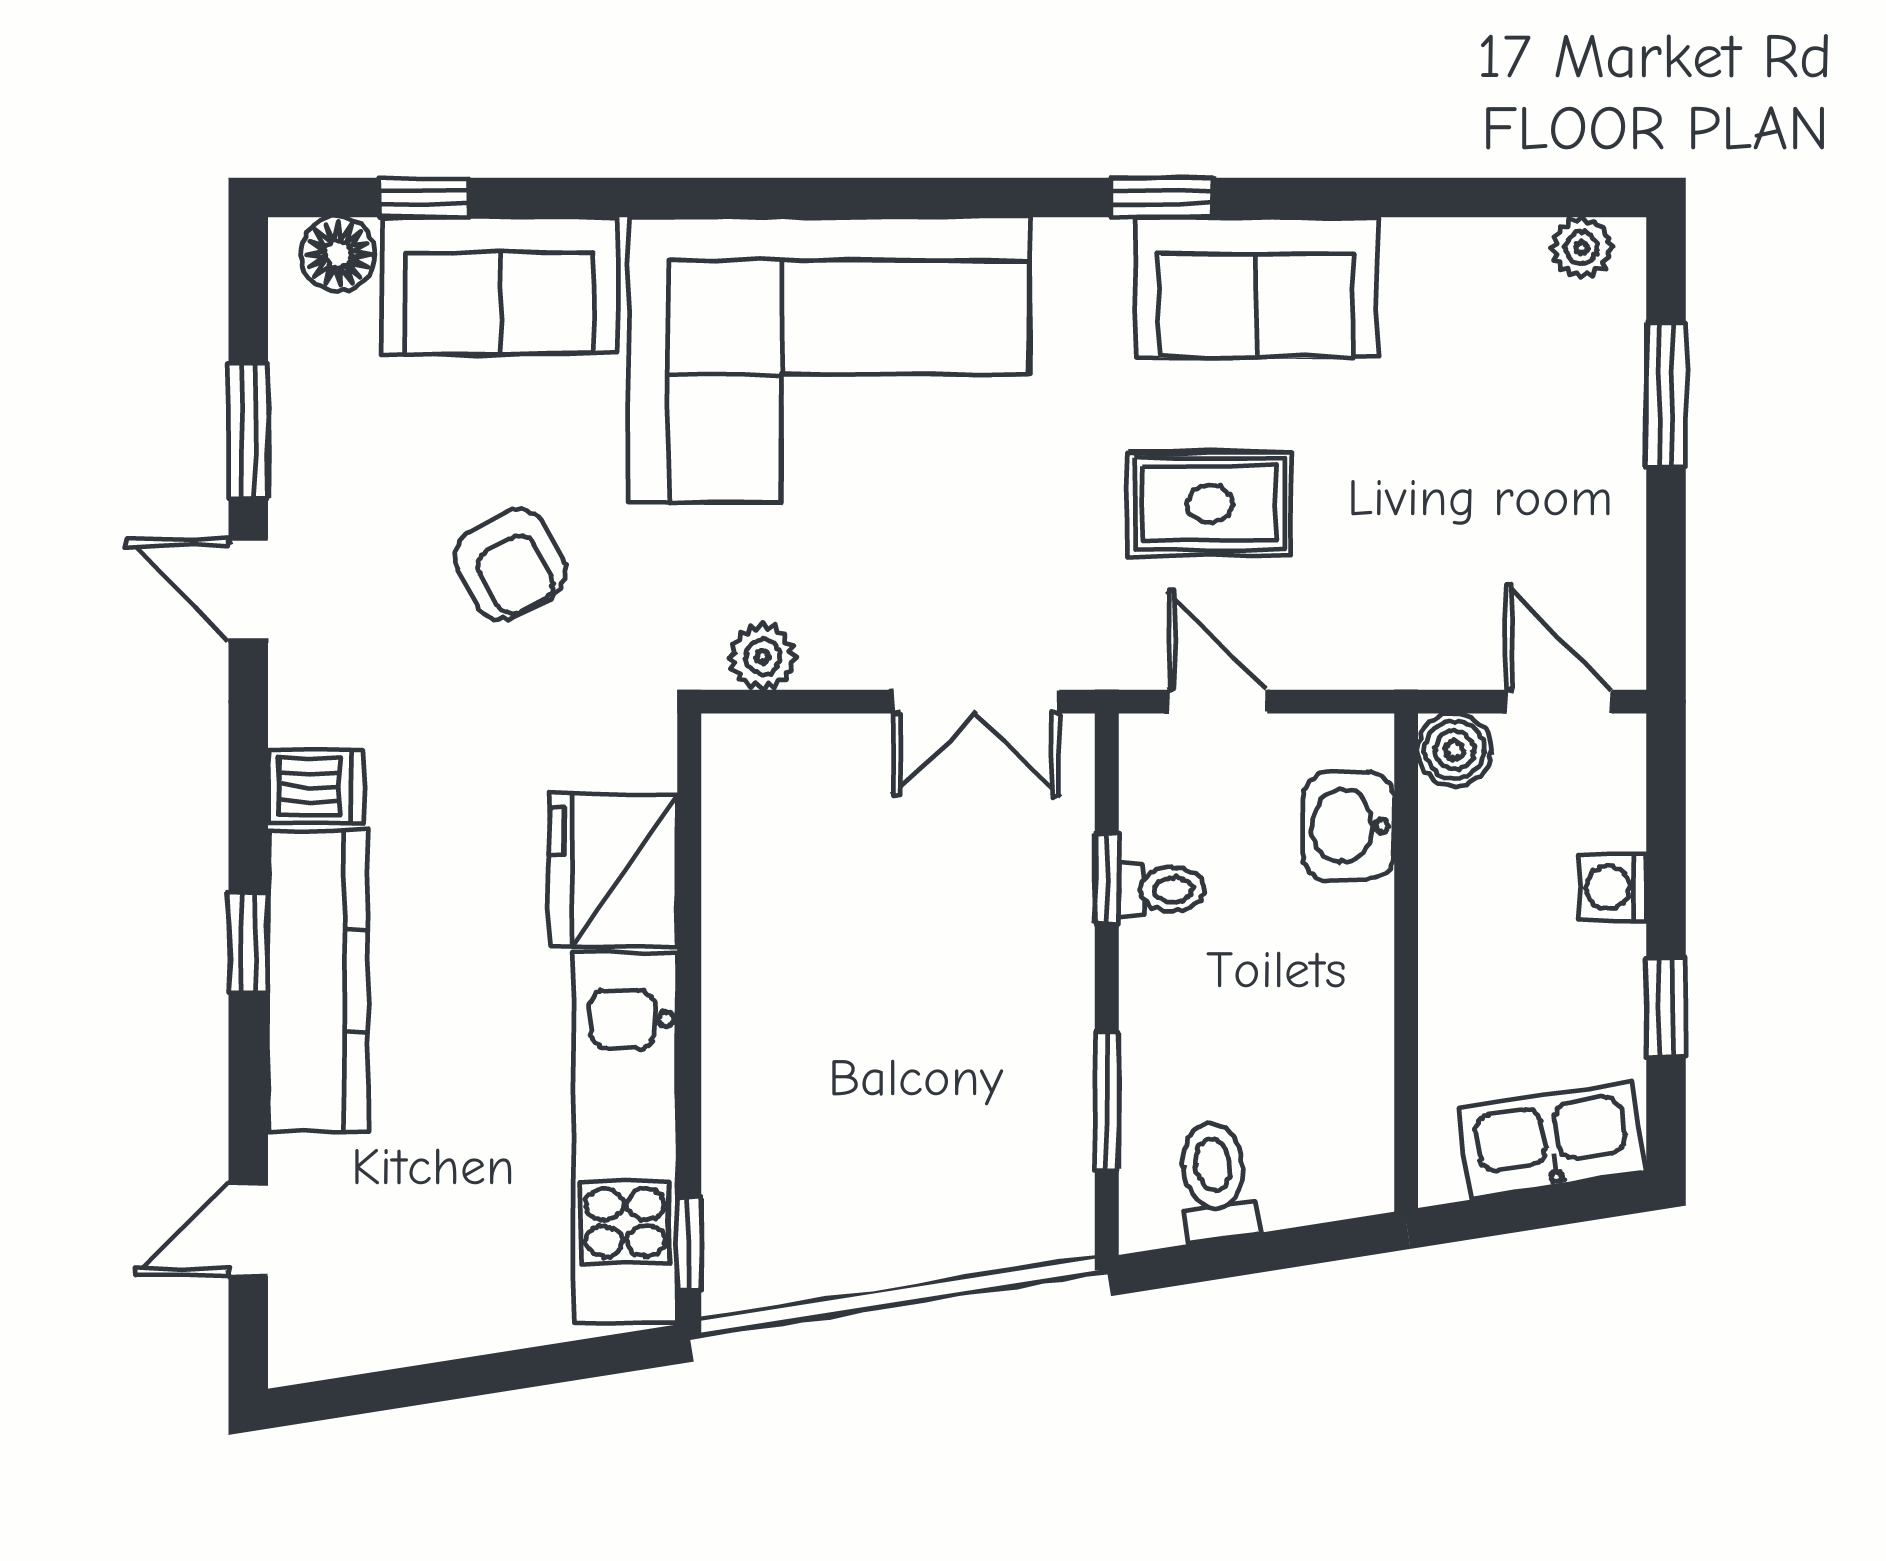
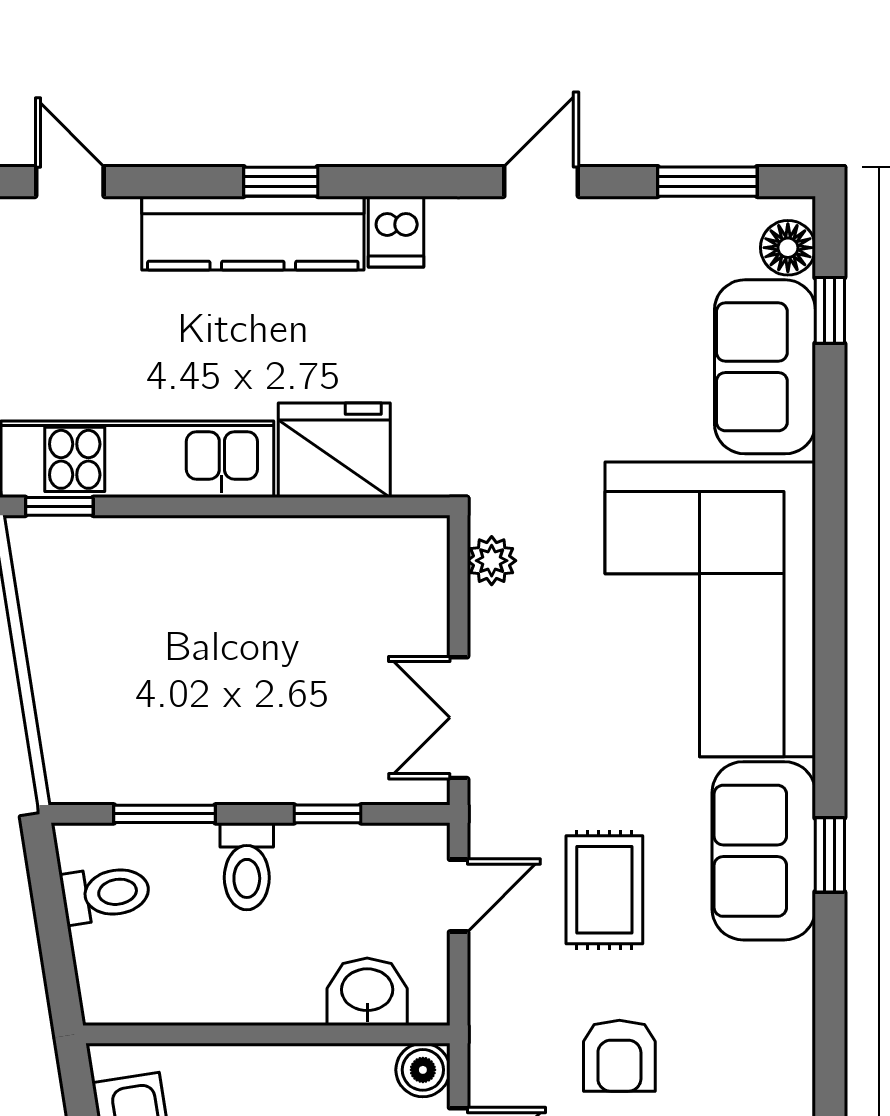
sofa: (1257, 287) -> (764, 851), moved
window: (248, 431) -> (707, 182), moved
armchair: (510, 565) -> (619, 1056), moved, turned -61
toilet: (1161, 890) -> (247, 866), moved, width x1.37, depth x1.39

